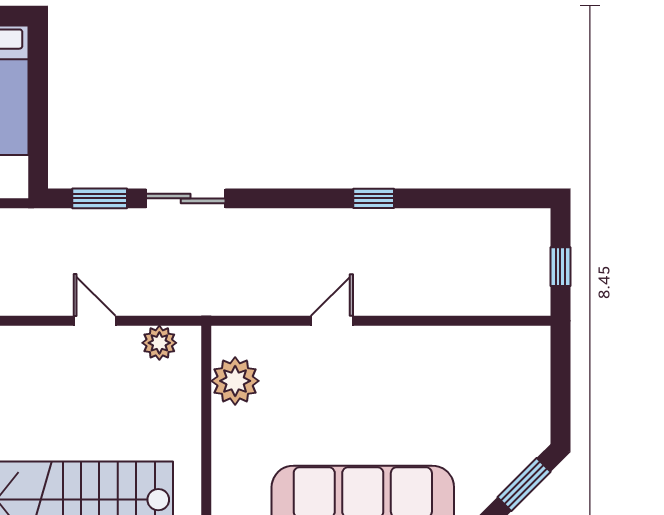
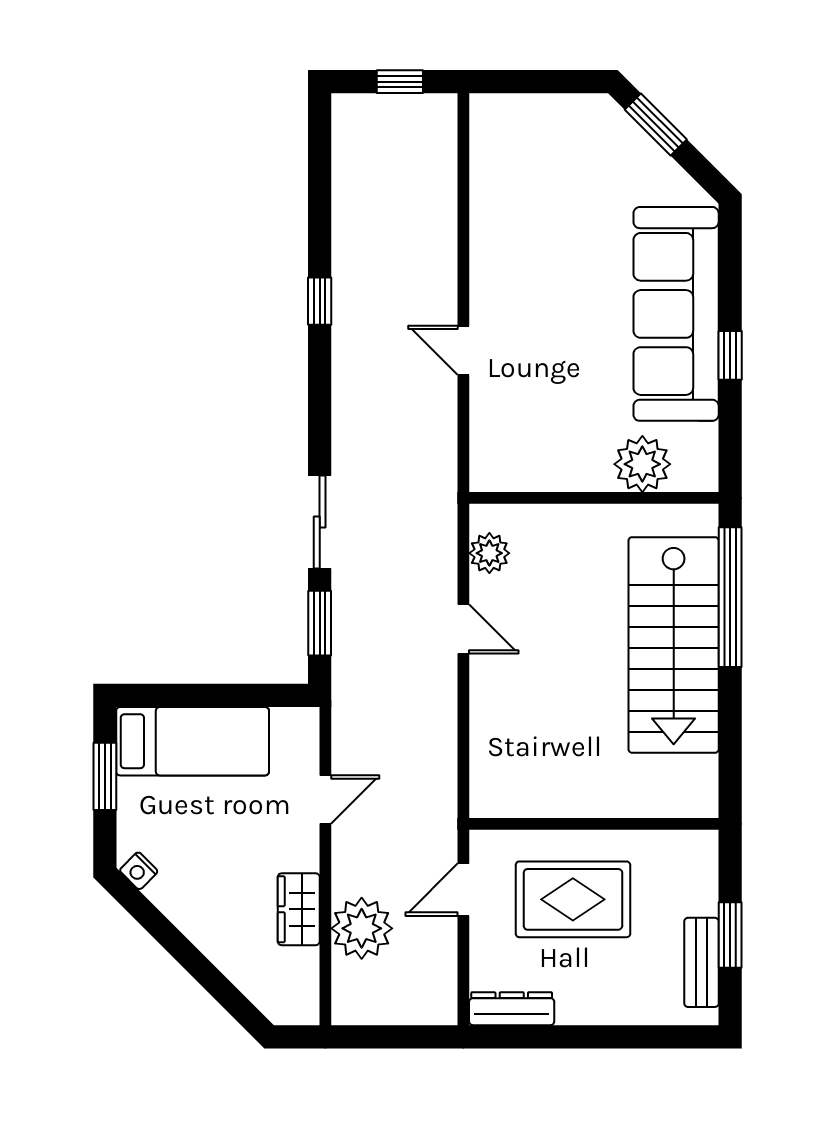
door: (95, 321) -> (463, 629), swing flipped
plant: (235, 381) -> (642, 464), moved

